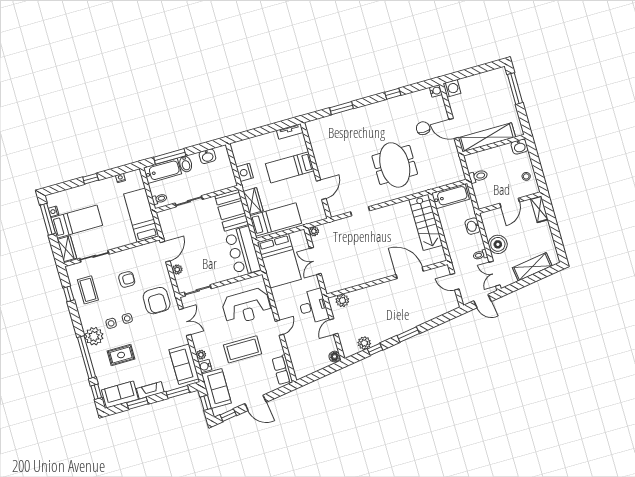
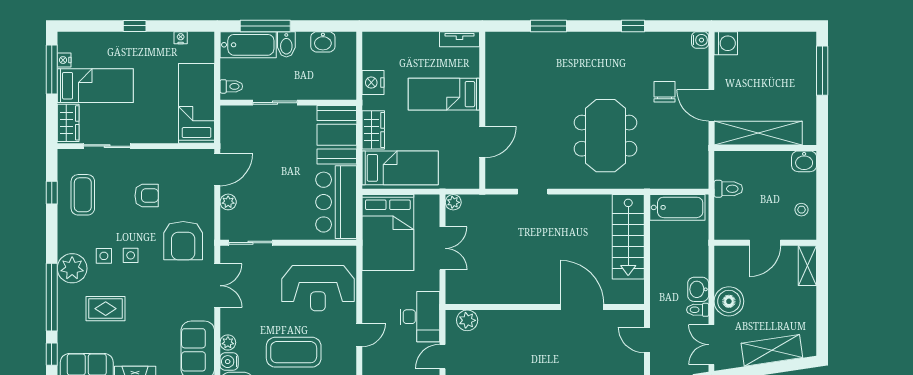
washbasin: (473, 226) -> (698, 289), moved
double door: (315, 261) -> (443, 248), swing flipped

